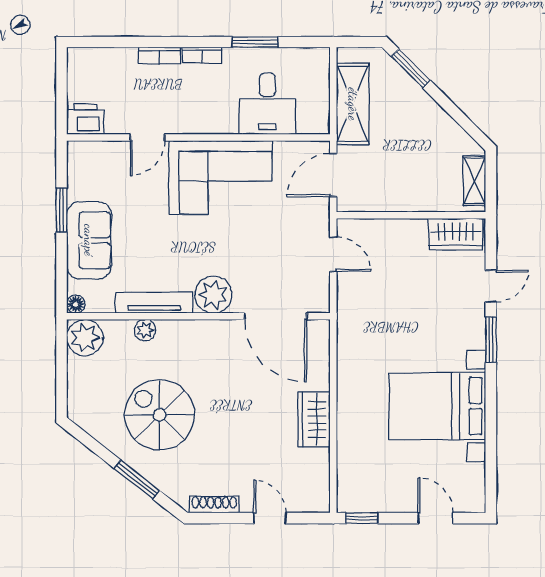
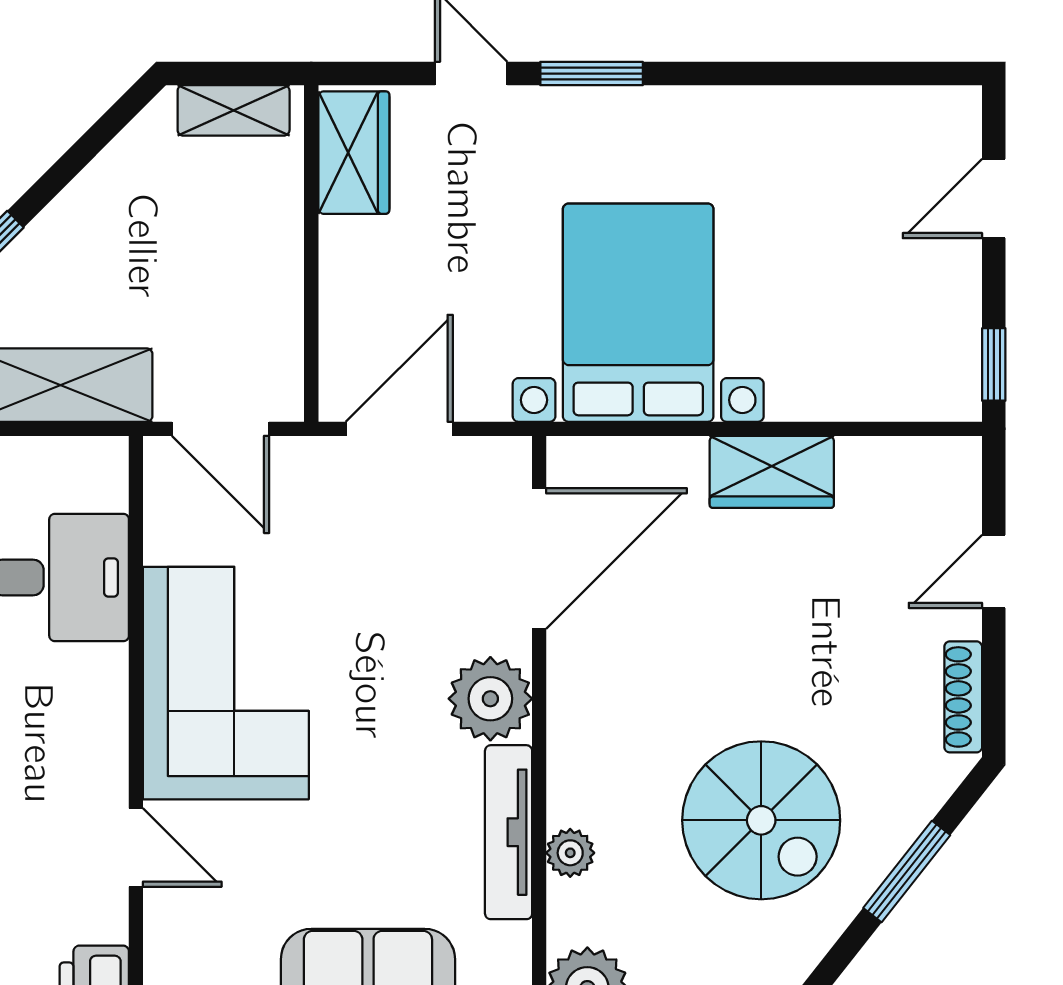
door: (333, 254) -> (399, 429), width x1.37
bed with nightstands: (437, 406) -> (638, 313), moved, turned 180
spiral stairs: (160, 415) -> (761, 820), turned -90

